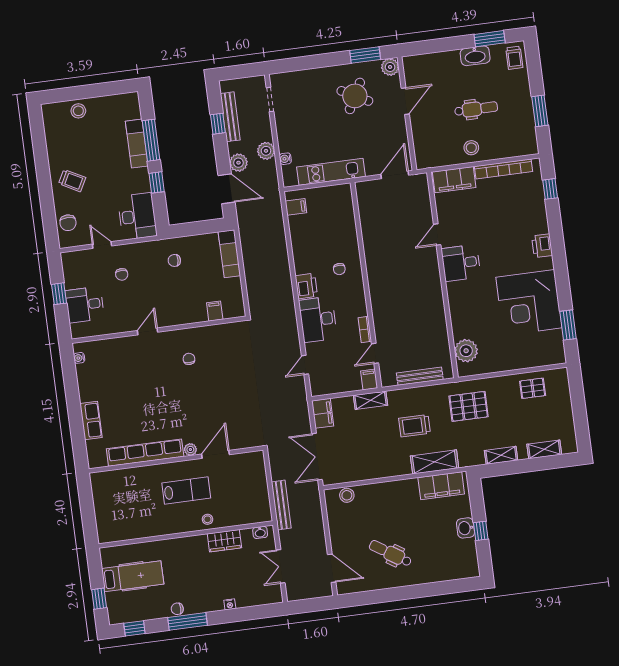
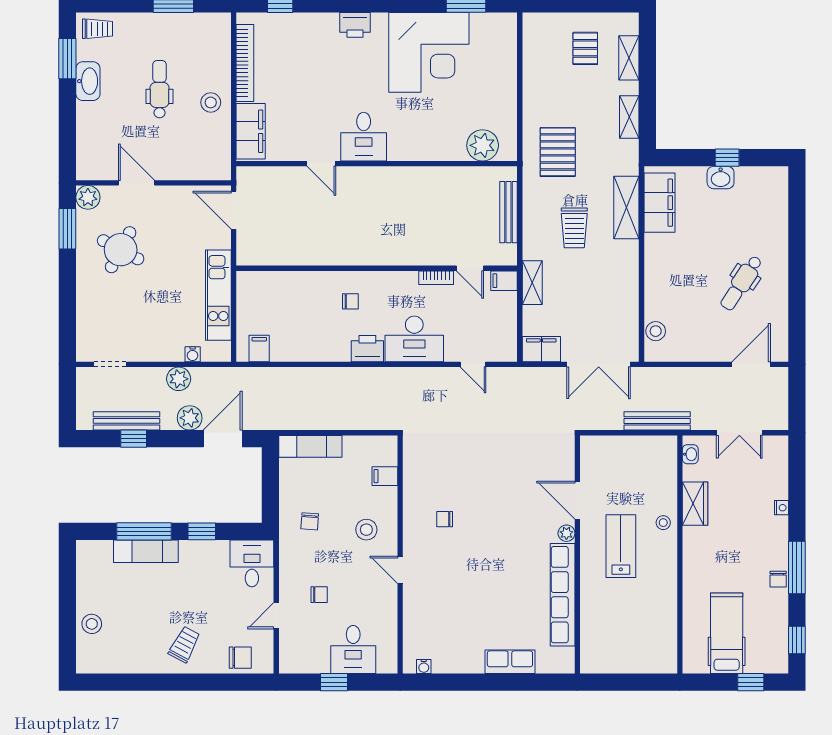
desk: (137, 216) -> (252, 563), width x0.73
stool: (174, 303) -> (366, 530), added
pallet: (533, 388) -> (585, 48), moved

